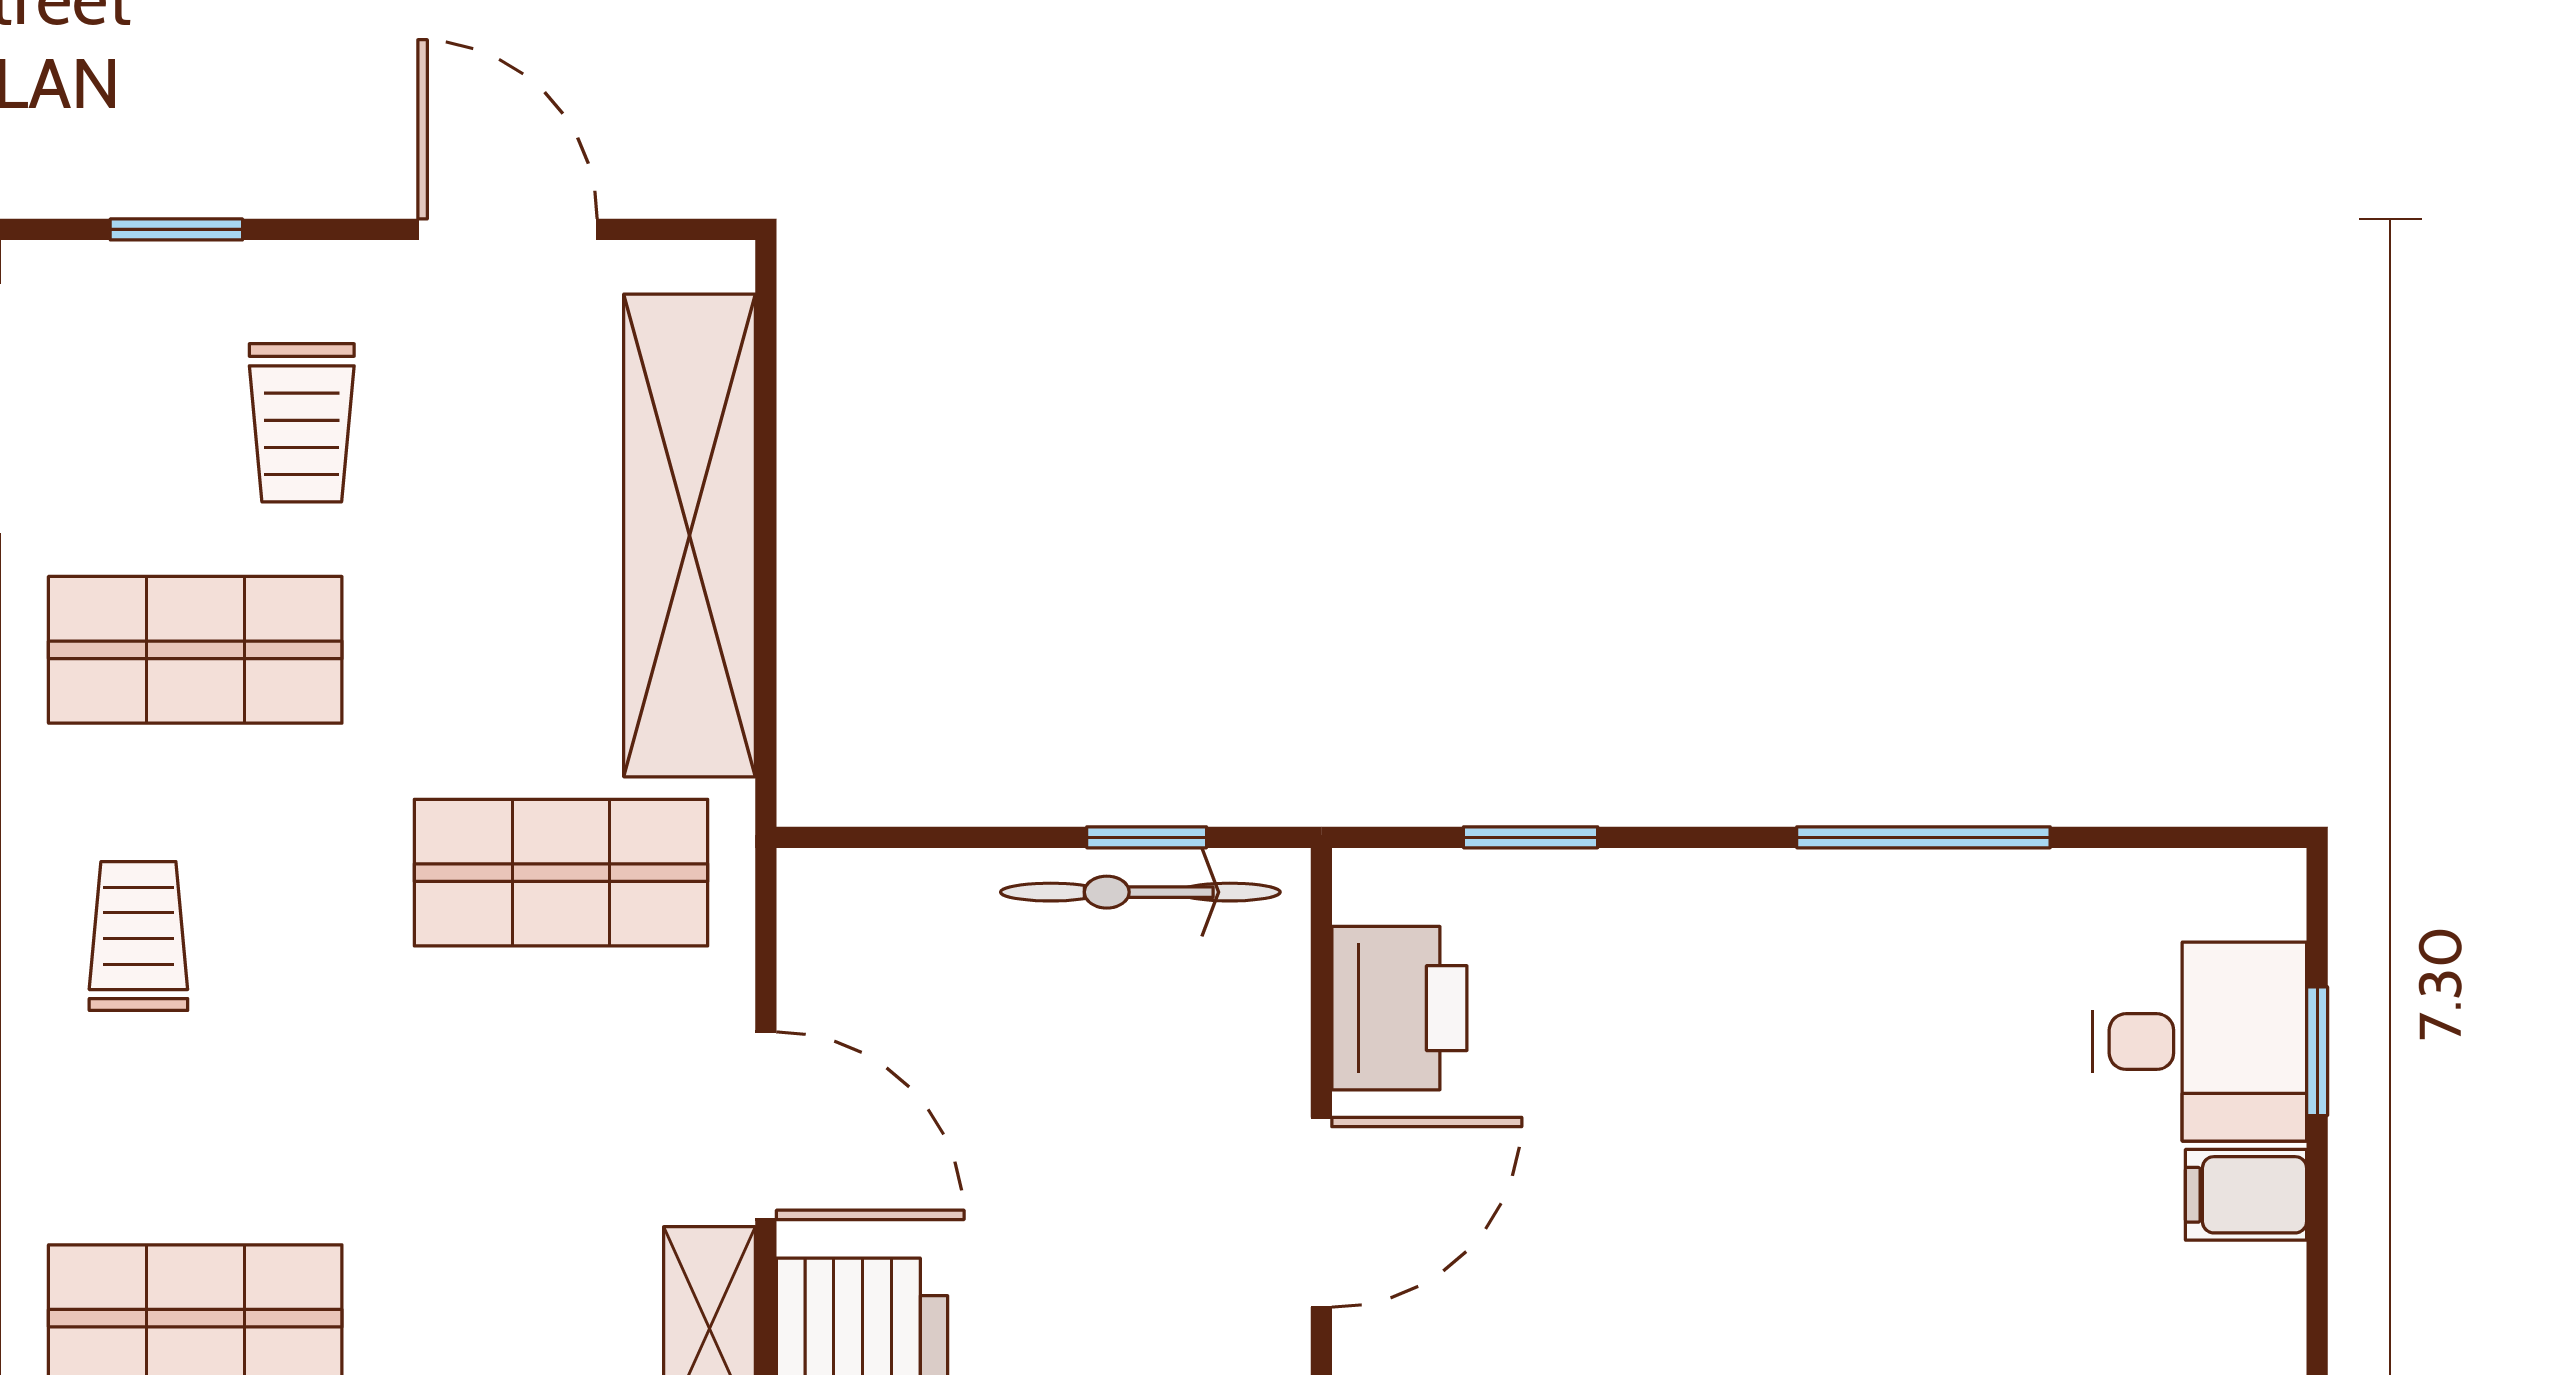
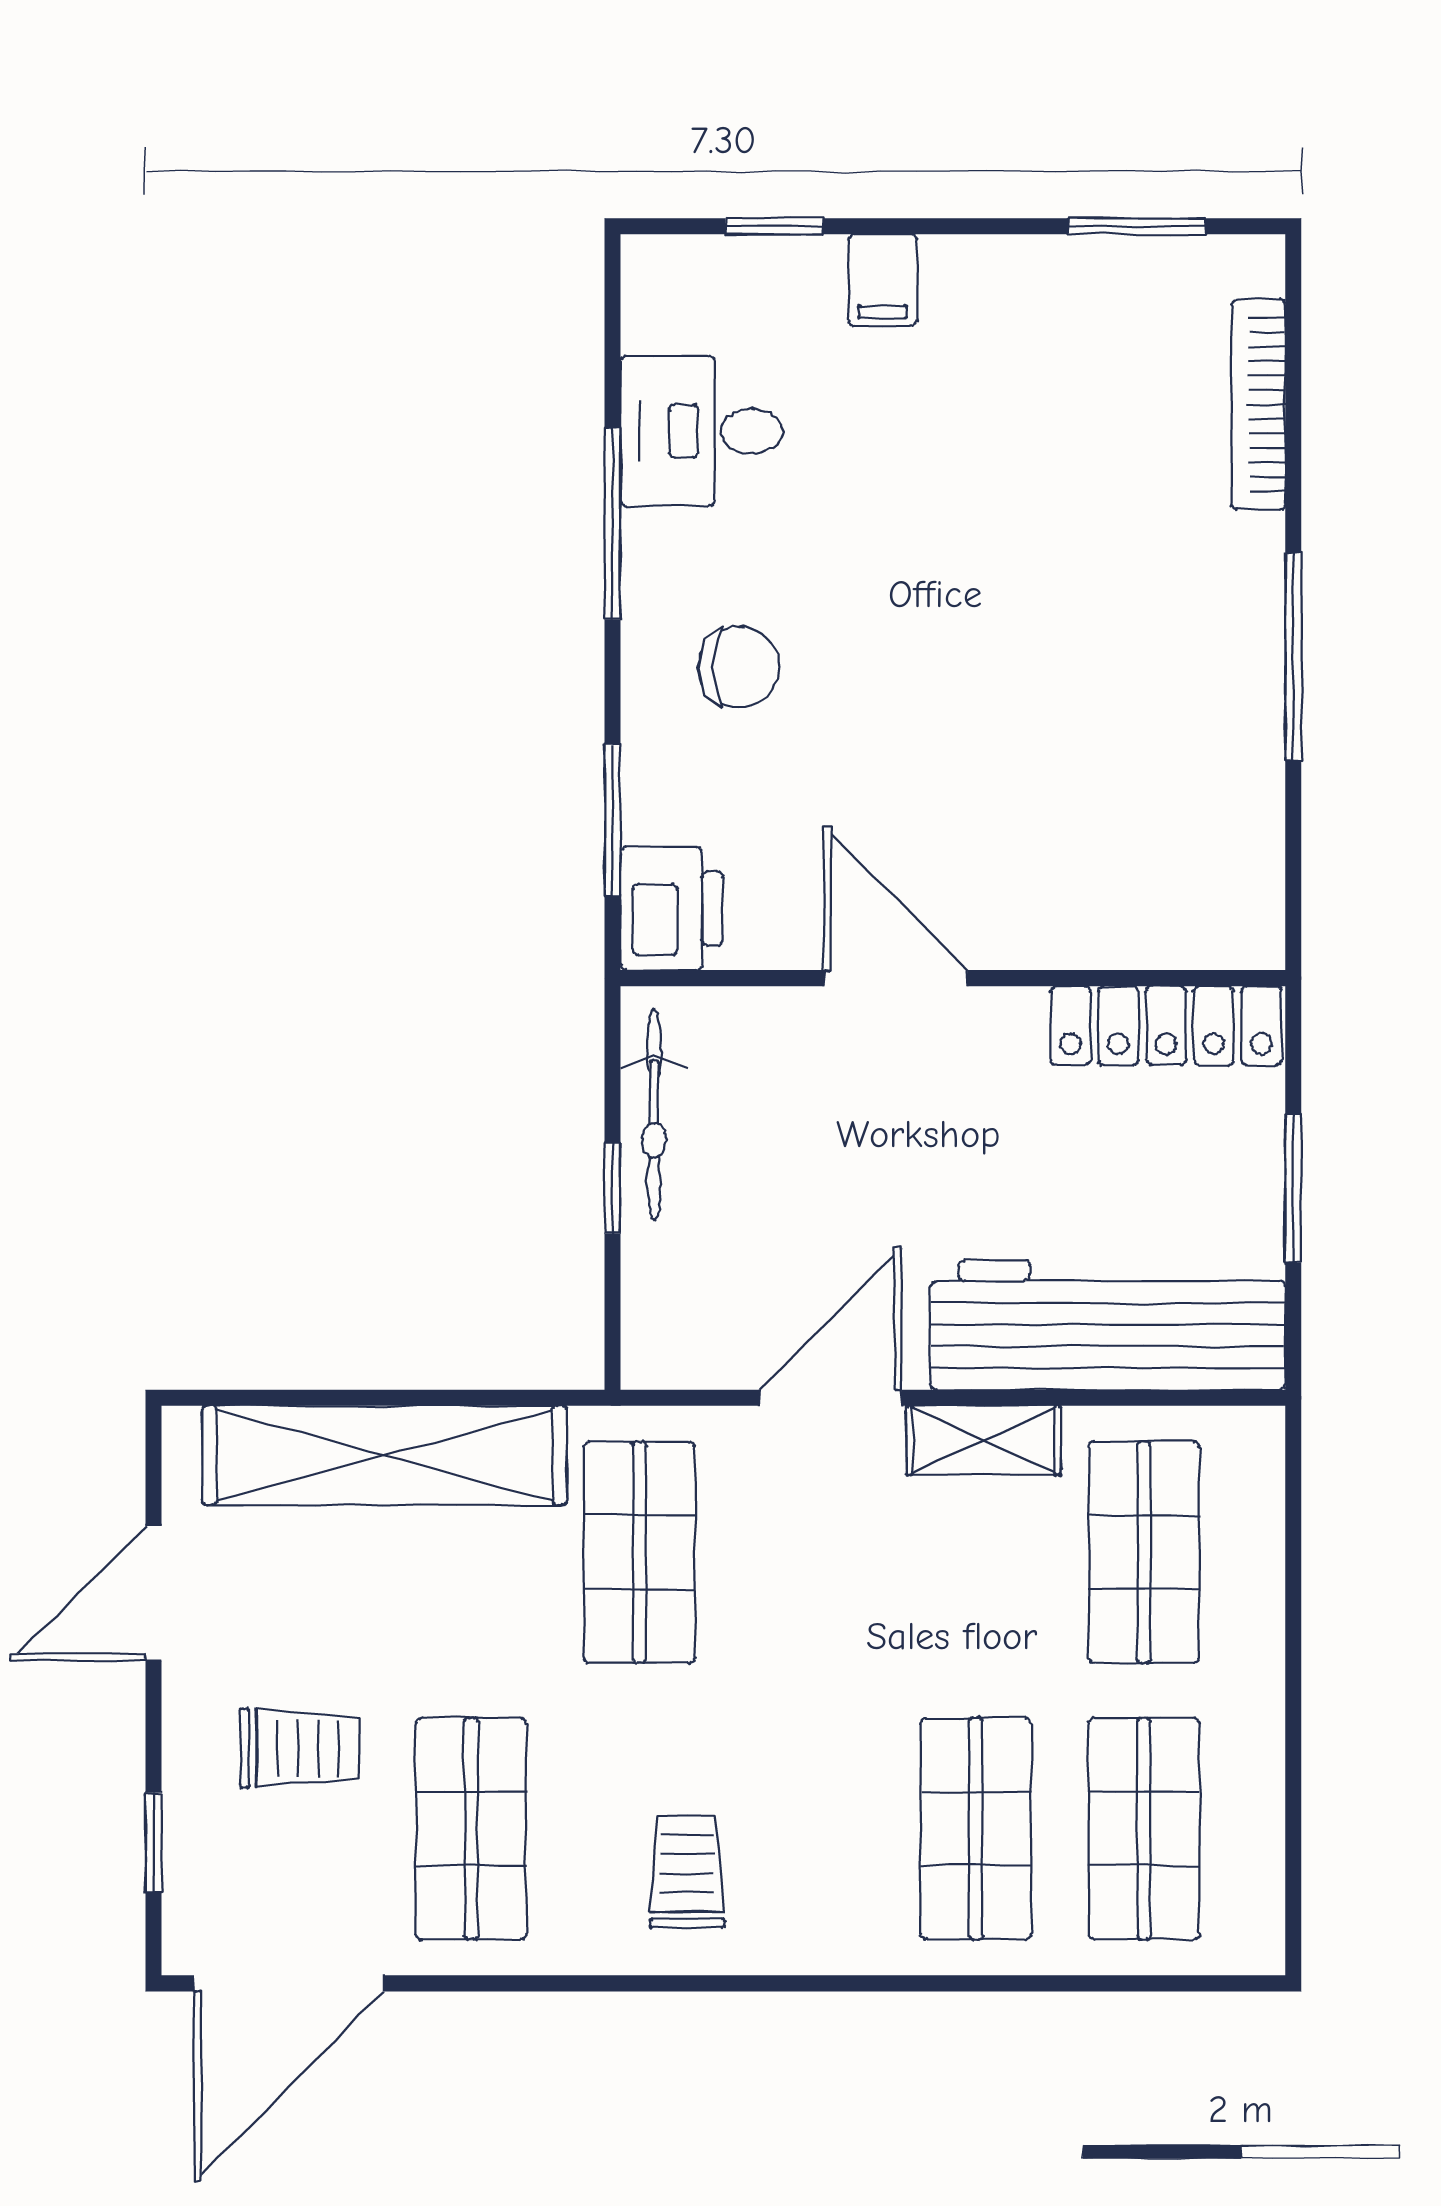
window: (1147, 837) -> (613, 1188), moved
window: (1531, 837) -> (613, 820), width x1.50
trolley: (138, 936) -> (687, 1872), turned 90
chair: (1733, 1004) -> (739, 667), added
printer: (1399, 1008) -> (671, 909), moved, turned 90
desk: (2199, 1042) -> (701, 431), moved, turned -90

